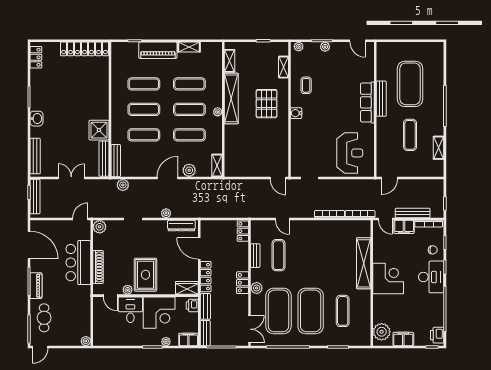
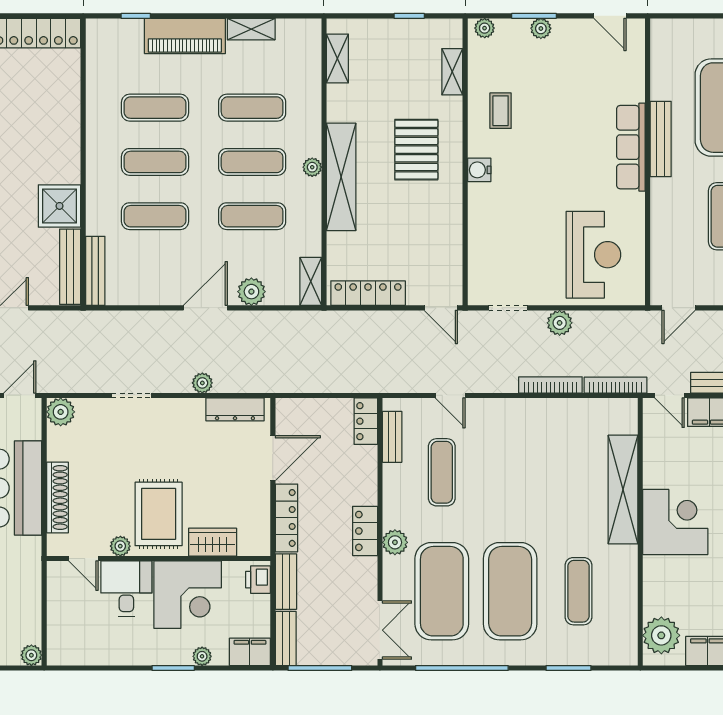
shelving: (231, 98) -> (341, 177), moved
locker: (244, 171) -> (368, 293), added
plant: (123, 185) -> (560, 323), moved
door: (199, 249) -> (273, 458), swing flipped
bench: (255, 256) -> (392, 437), moved
wardrobe: (187, 288) -> (213, 542), moved

